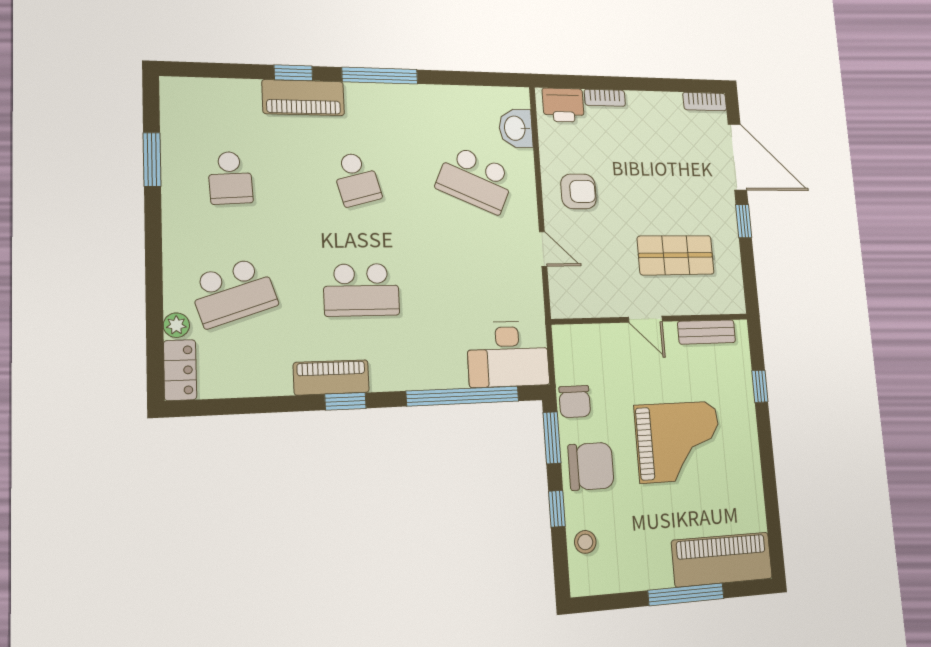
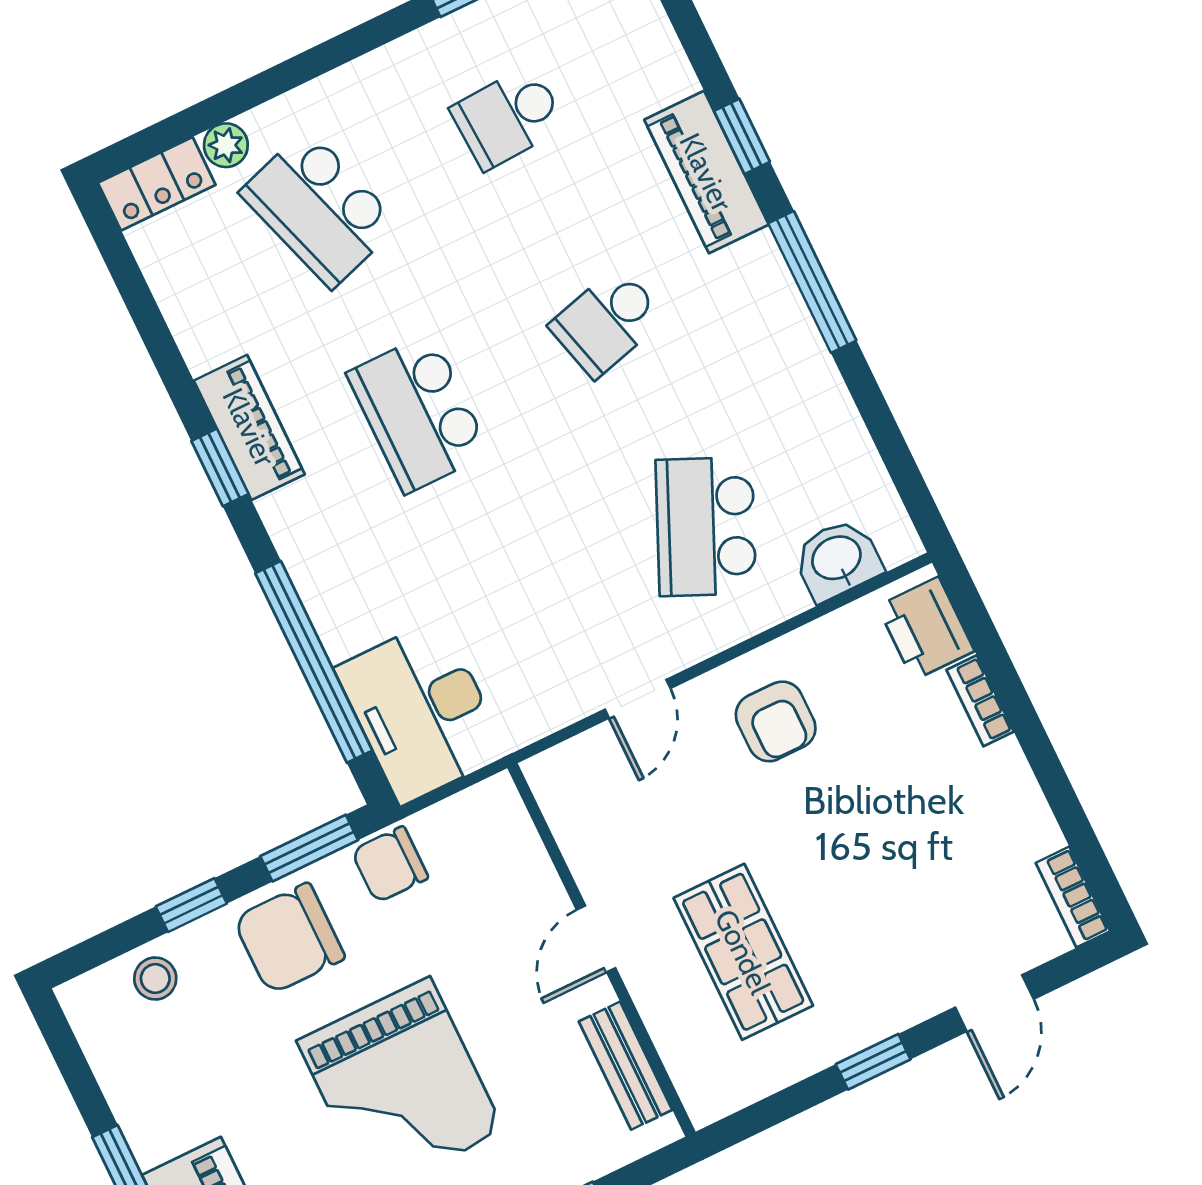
door: (737, 157) -> (994, 1003), width x0.53
chair: (591, 466) -> (289, 938), turned 90

